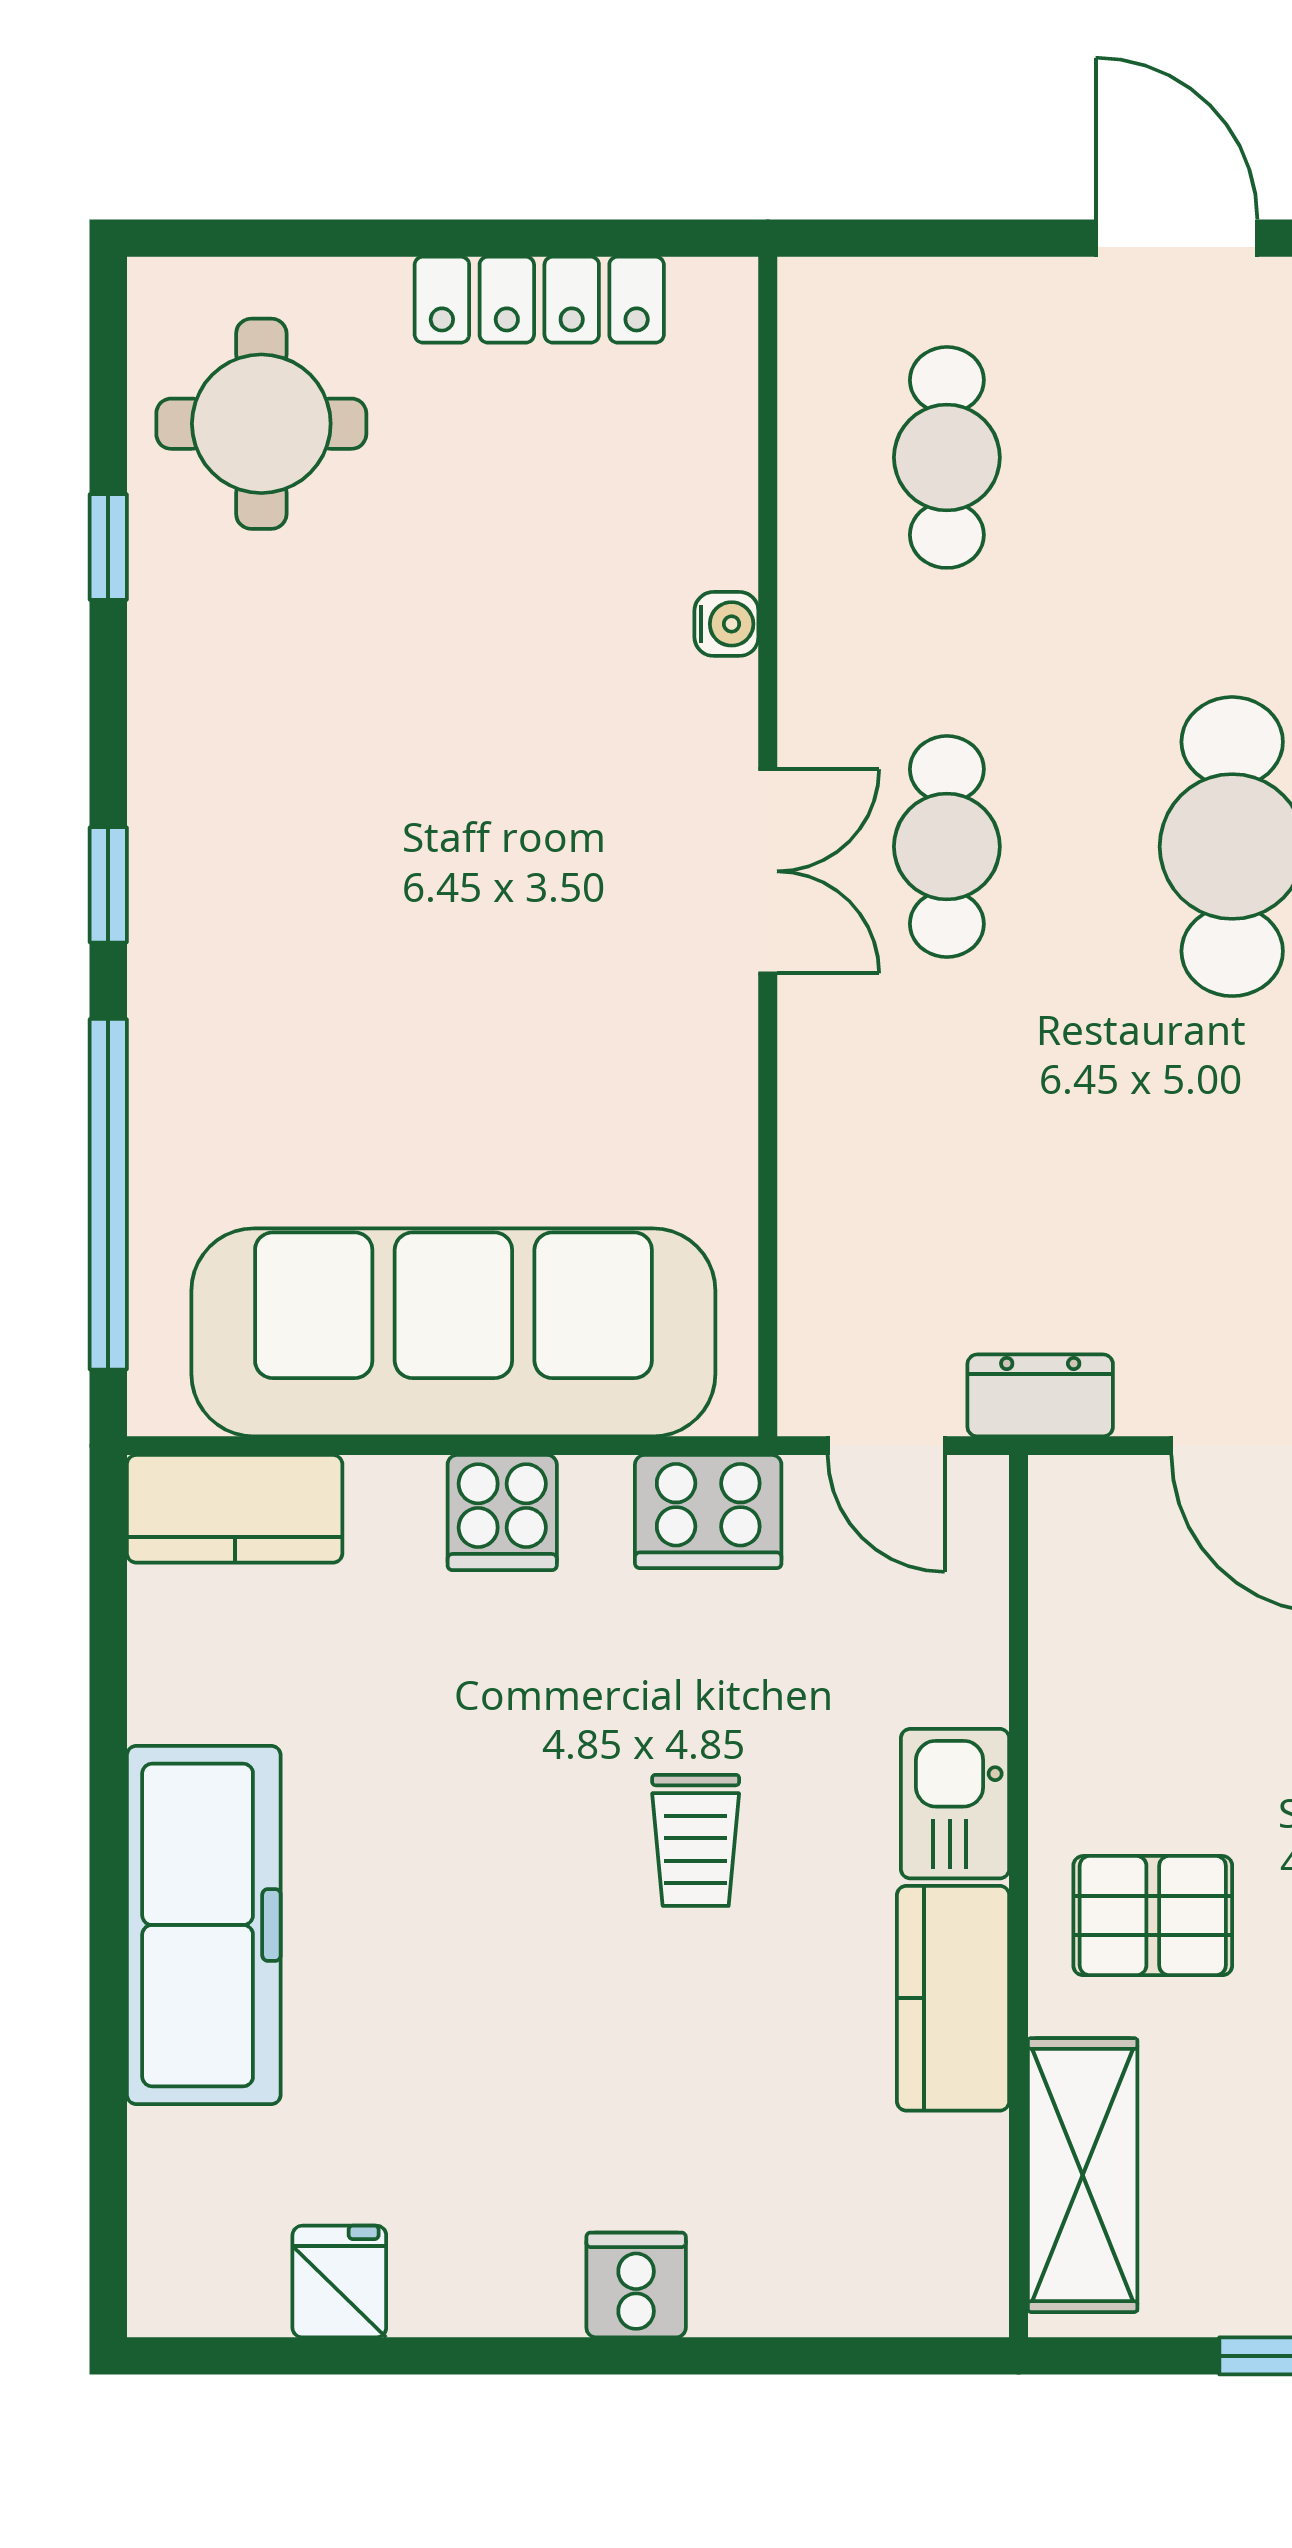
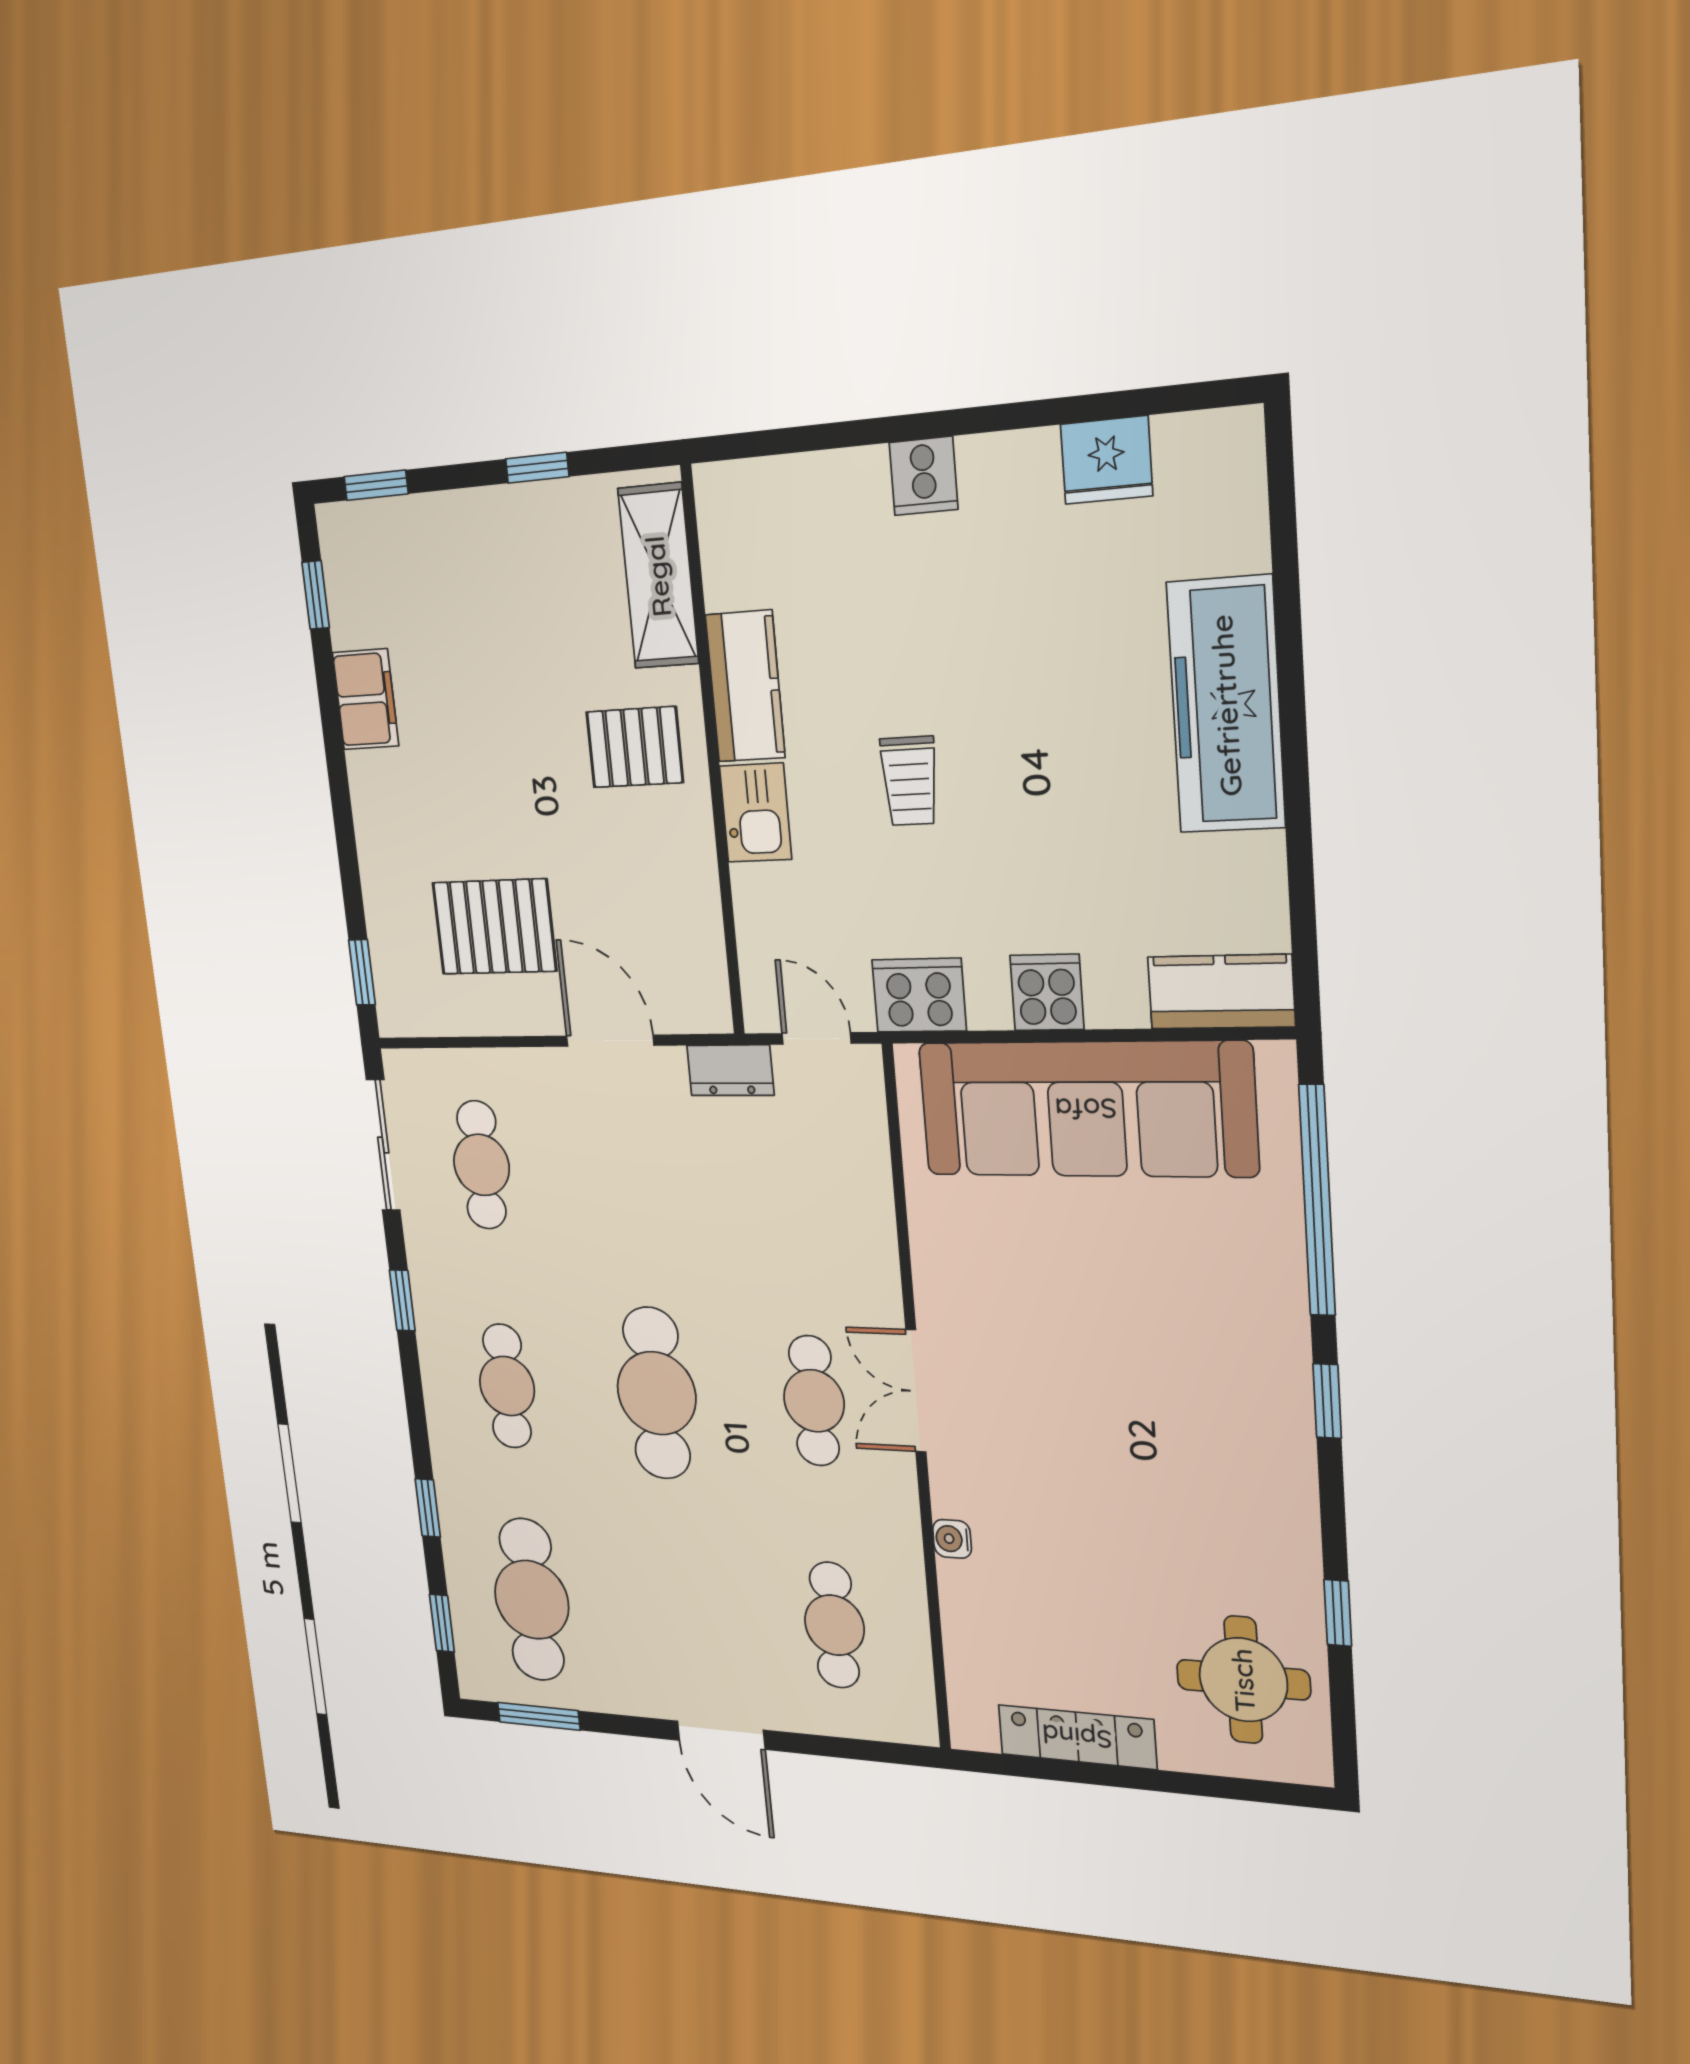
trolley: (696, 1840) -> (910, 781), turned 180
fridge: (339, 2282) -> (1106, 460), width x1.38

